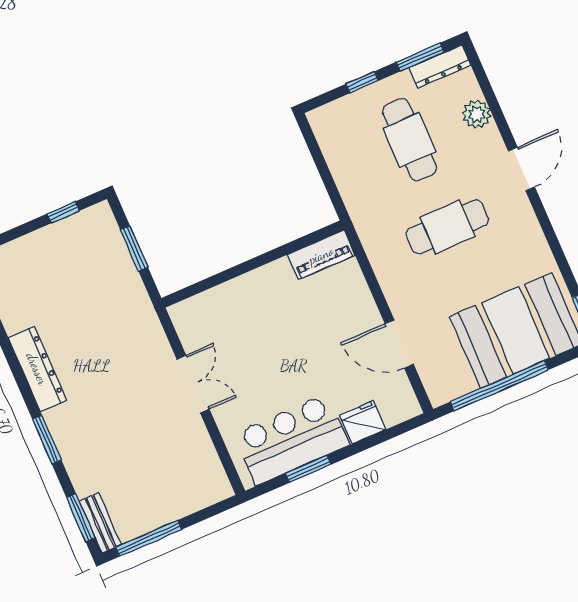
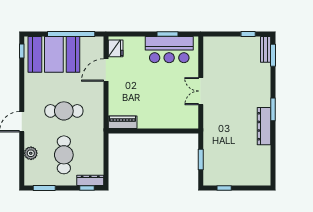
dresser: (440, 66) -> (90, 180), moved
window: (362, 82) -> (87, 188), moved
door: (399, 344) -> (106, 70), swing flipped
fridge: (363, 422) -> (116, 48), moved, turned -90
window: (47, 440) -> (273, 109), moved
window: (148, 538) -> (248, 34), width x0.46

